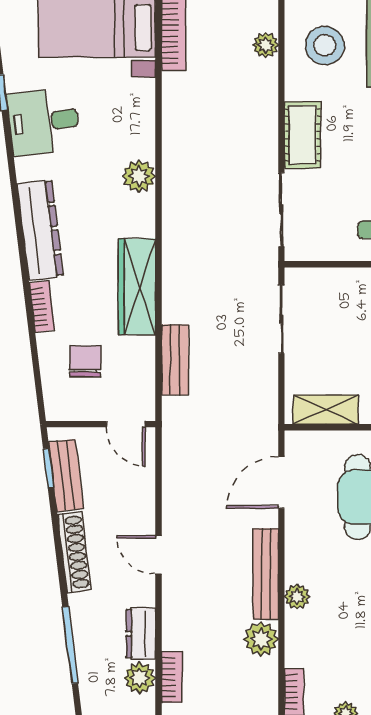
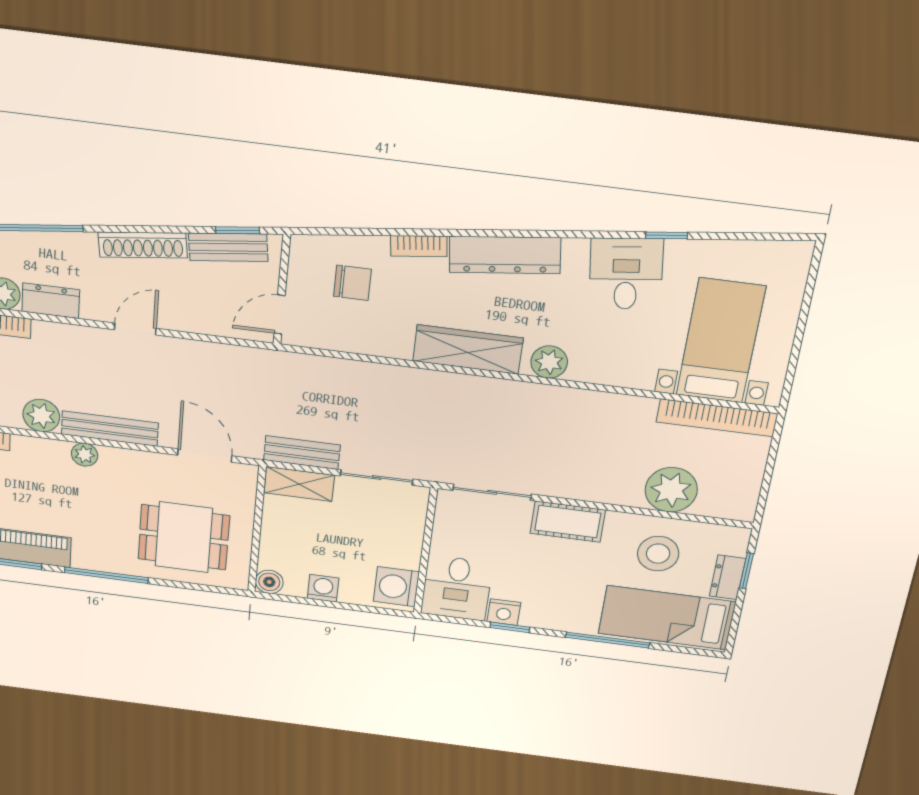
plant: (266, 45) -> (671, 490), width x1.88, depth x1.88
wardrobe: (137, 287) -> (468, 349), moved
bench: (175, 360) -> (302, 453), moved
shelving: (326, 410) -> (299, 484), moved, turned 90

